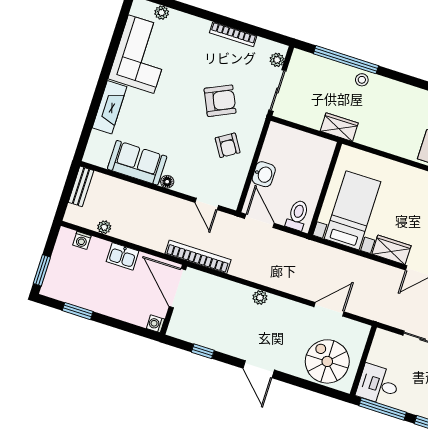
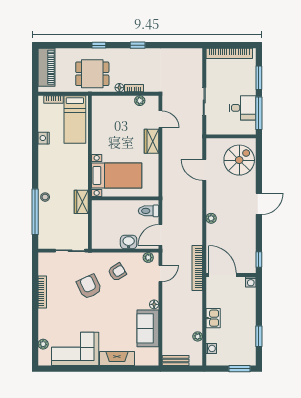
plant: (277, 60) -> (148, 258), moved
bed with nightstands: (353, 210) -> (117, 175), moved, turned 180
door: (177, 288) -> (223, 275), swing flipped
window: (203, 351) -> (259, 260), moved
spiral stairs: (327, 361) -> (239, 160), turned 180
desk: (378, 385) -> (243, 108), moved, turned -90

